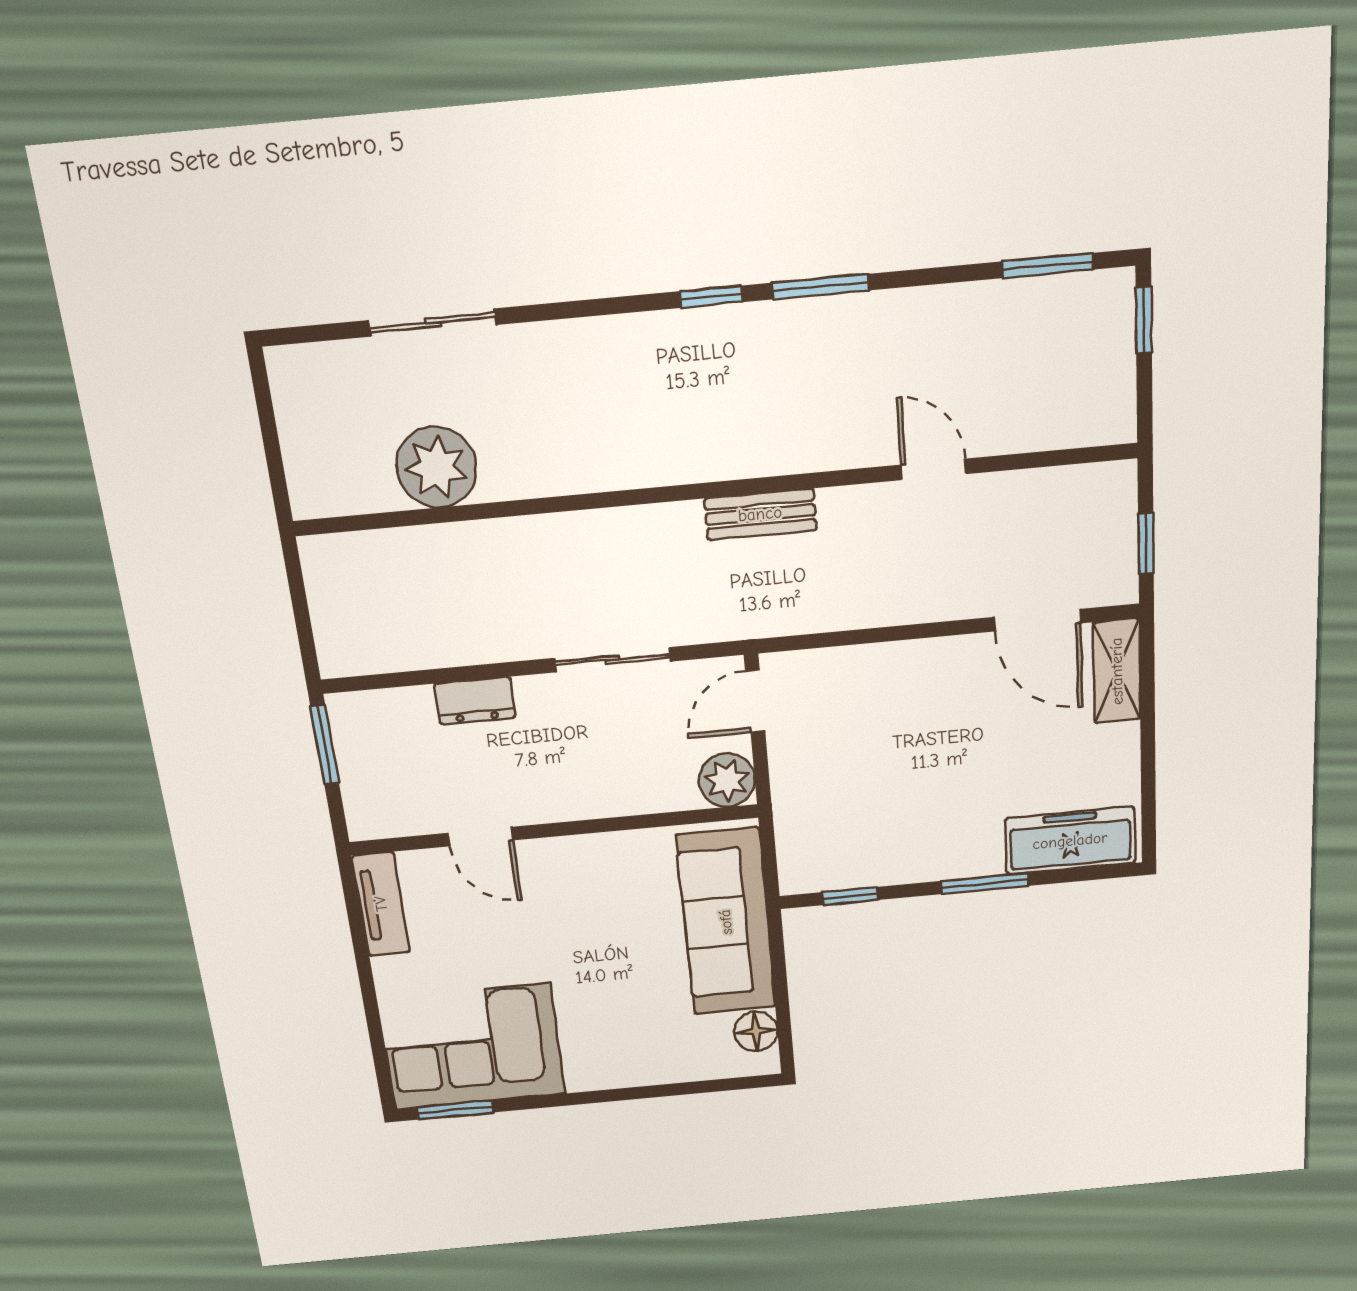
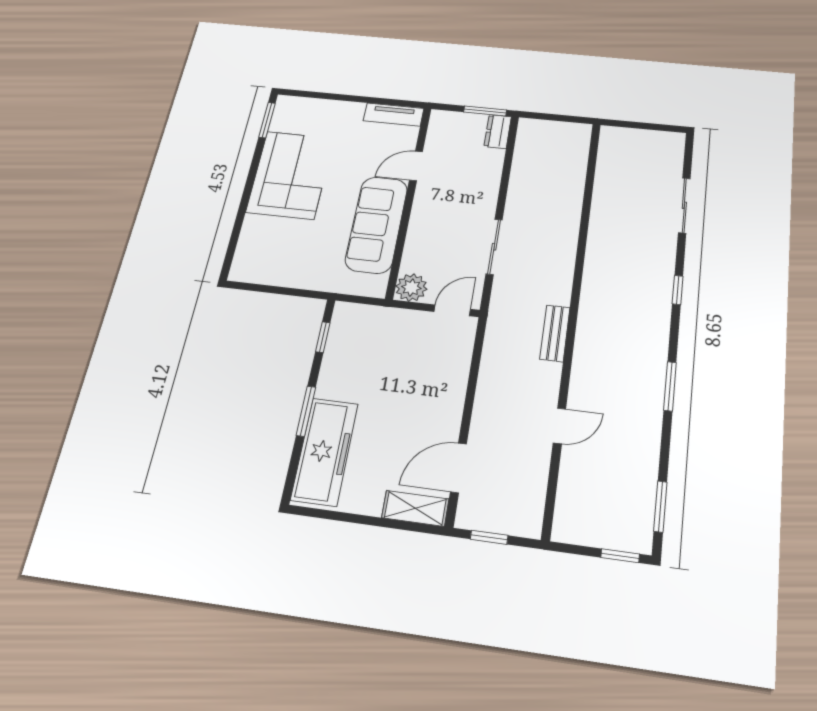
window: (711, 297) -> (678, 290), moved
plant: (437, 467) -> (613, 191), removed
dresser: (475, 701) -> (498, 132), moved
door: (755, 701) -> (452, 310), hinge flipped
freezer: (1070, 841) -> (325, 451), width x1.36, depth x1.26
sofa: (726, 922) -> (377, 224), moved, turned -90
floor lamp: (756, 1031) -> (258, 273), removed
corner sofa: (472, 1047) -> (290, 175), moved

